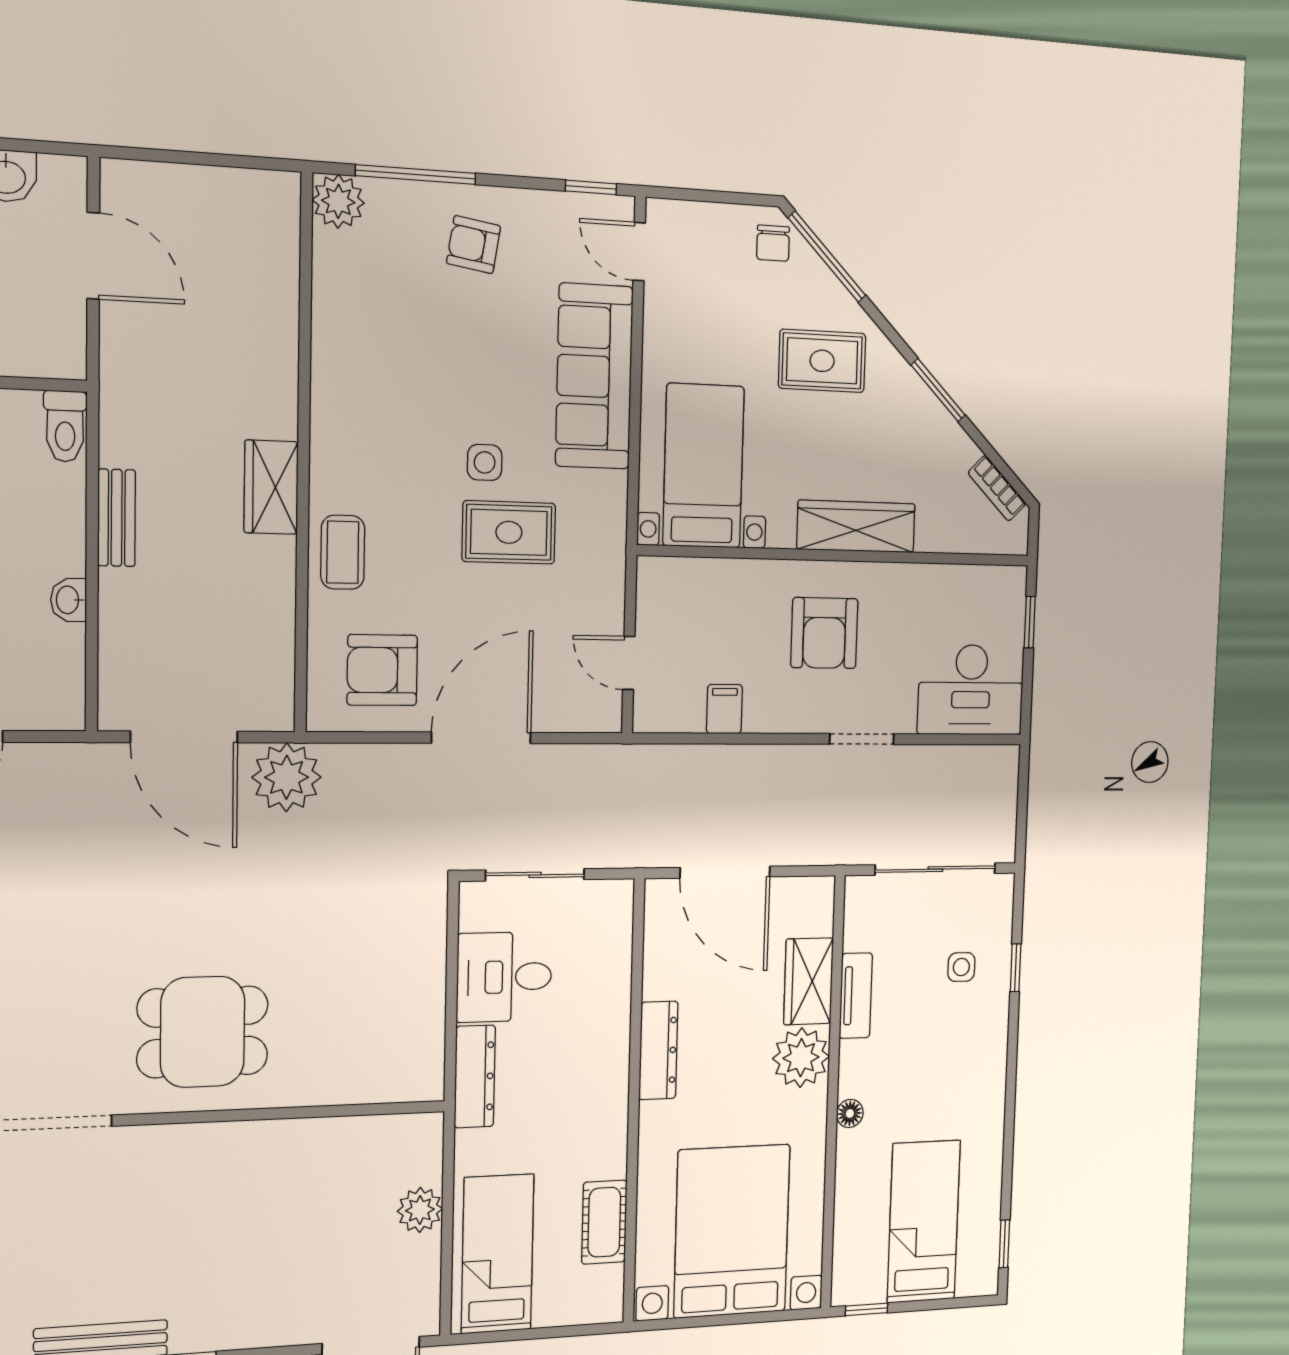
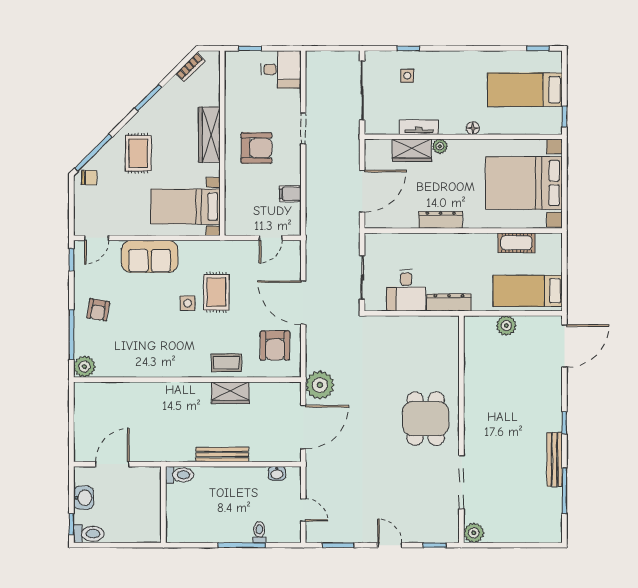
sofa: (594, 376) -> (150, 256), width x0.73
wardrobe: (271, 487) -> (230, 393), moved
bench: (117, 518) -> (222, 455), width x1.36
washbasin: (69, 600) -> (277, 473), moved
desk: (971, 690) -> (281, 69), width x0.73
plant: (801, 1058) -> (440, 146), width x0.53, depth x0.53

